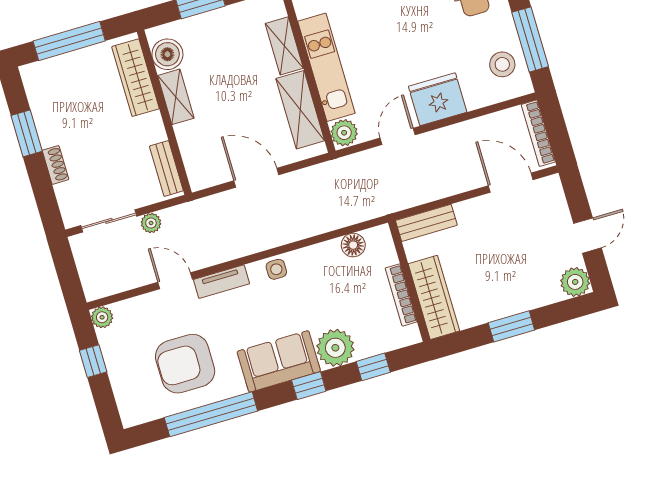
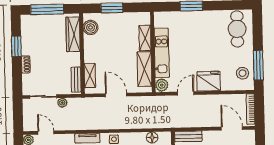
shelving: (176, 97) -> (90, 75), moved
door: (175, 281) -> (46, 133), moved

